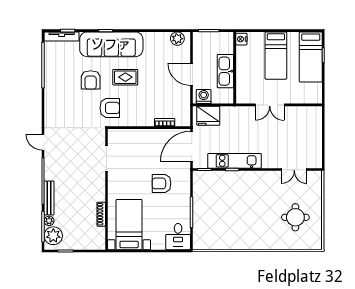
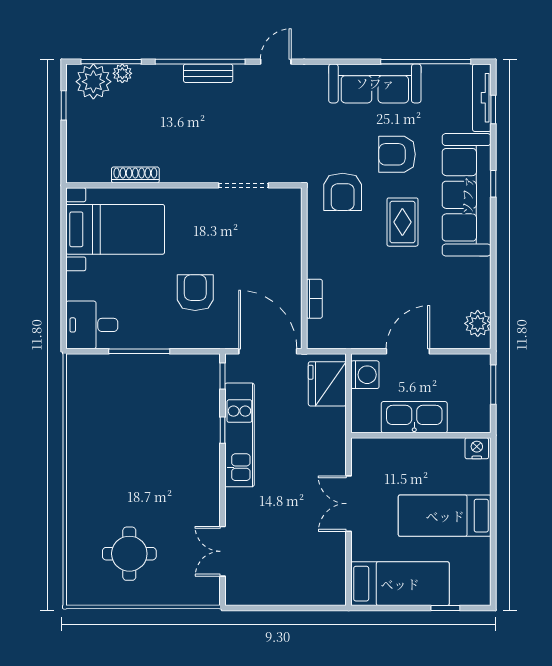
bed: (311, 57) -> (400, 584), moved, turned 180
sofa: (54, 91) -> (375, 83), added
bench: (49, 198) -> (208, 73), moved, width x0.73

